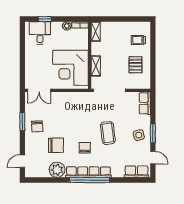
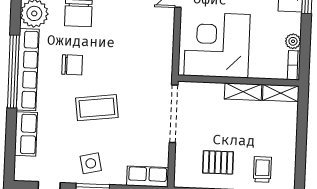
shelving: (96, 66) -> (243, 92), moved
row of seats: (137, 172) -> (26, 134), moved

